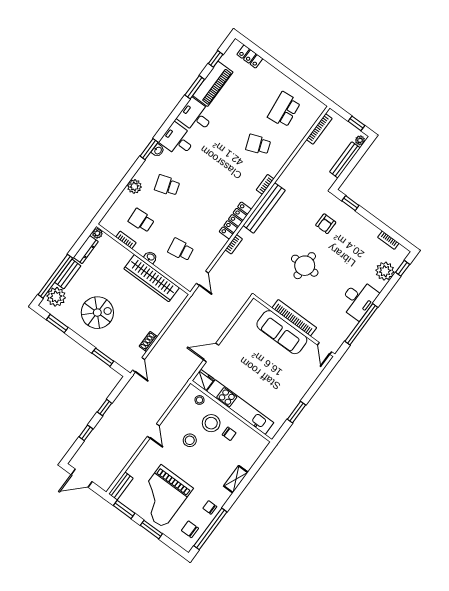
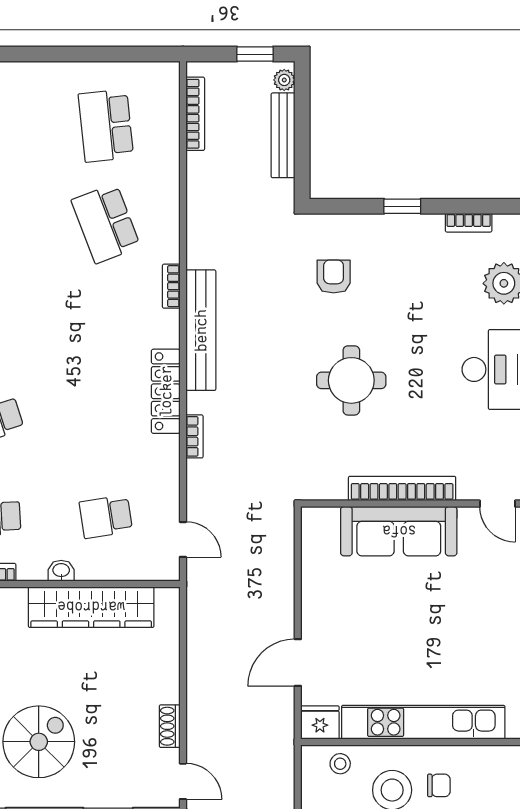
school desk: (258, 145) -> (106, 223), width x1.85
window: (350, 203) -> (402, 206), moved
armchair: (326, 224) -> (334, 277), turned 180

